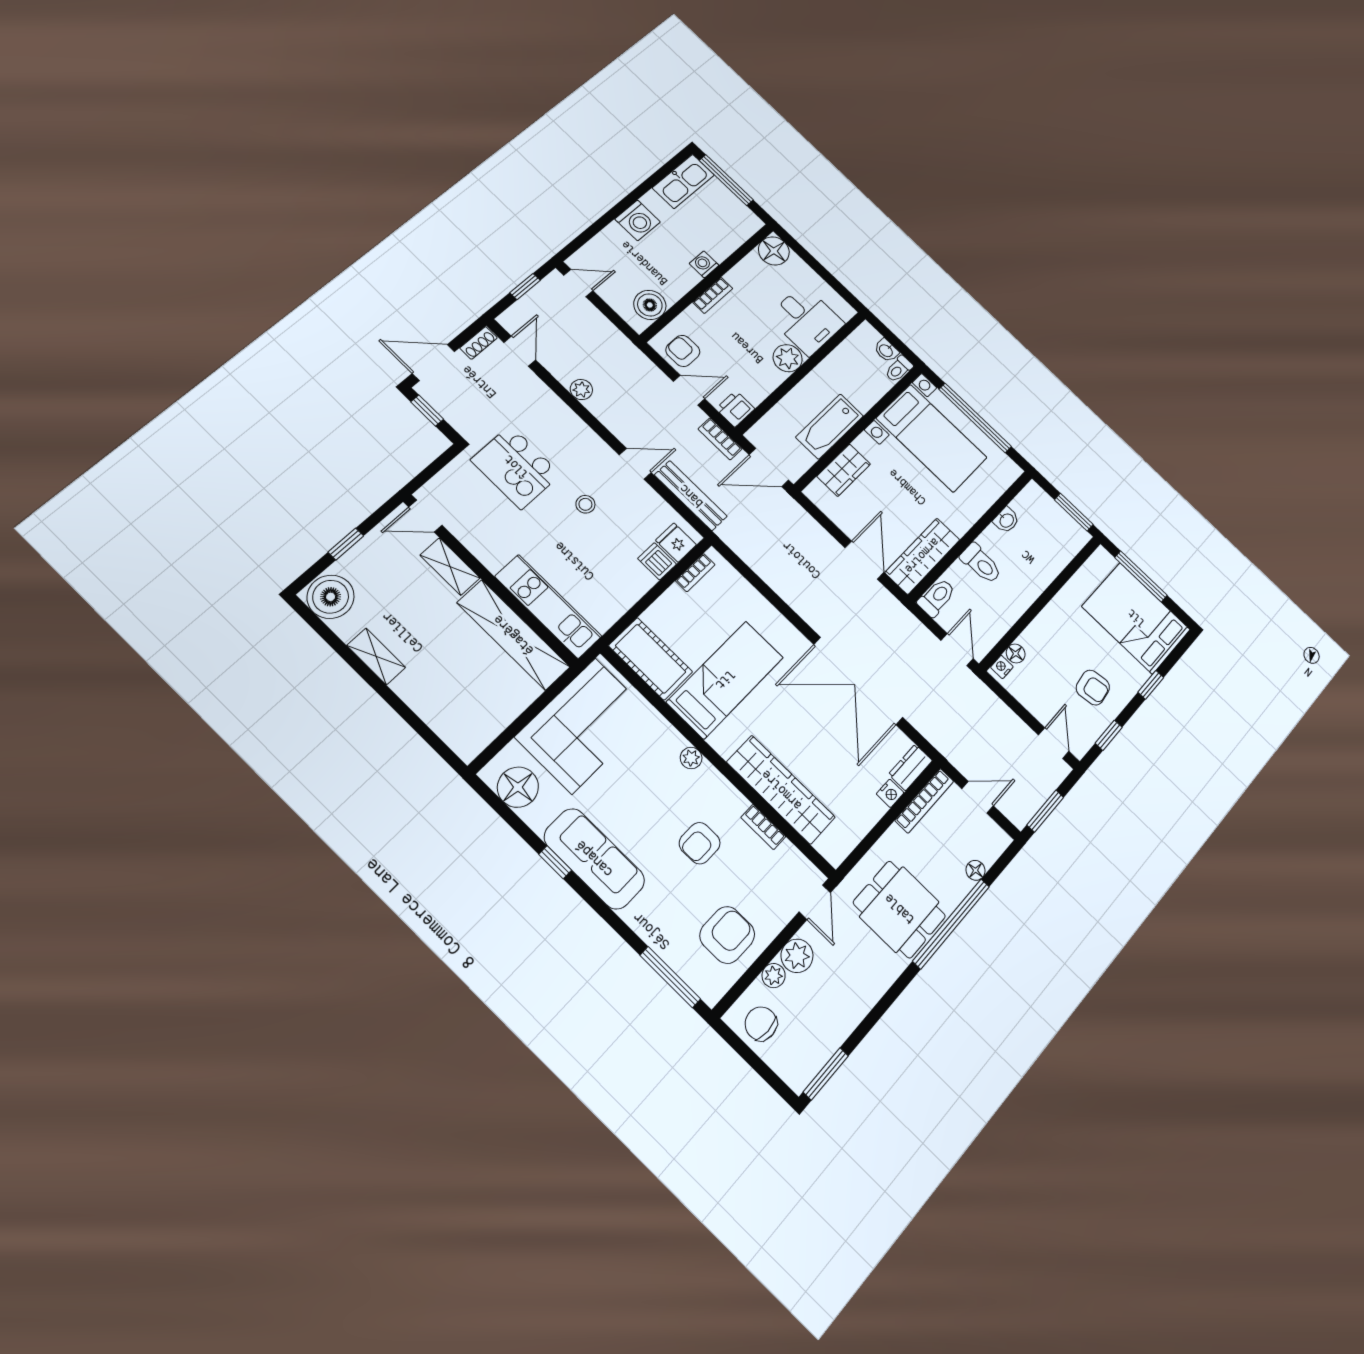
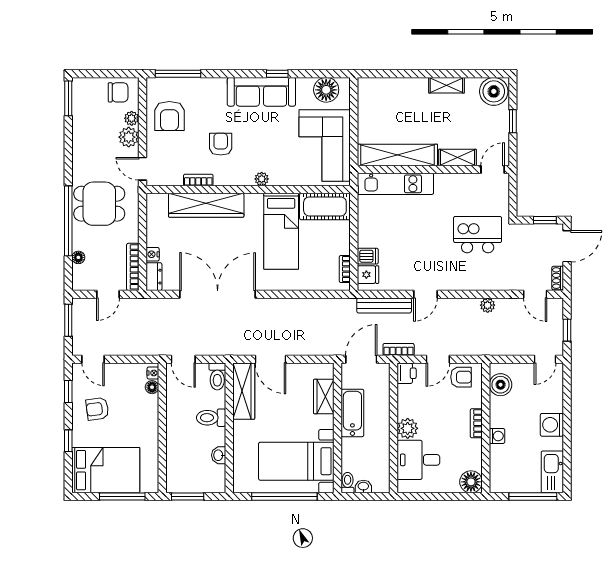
stool: (585, 504) -> (428, 250), removed

